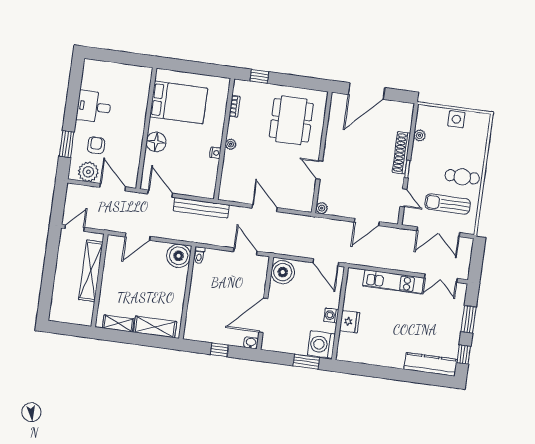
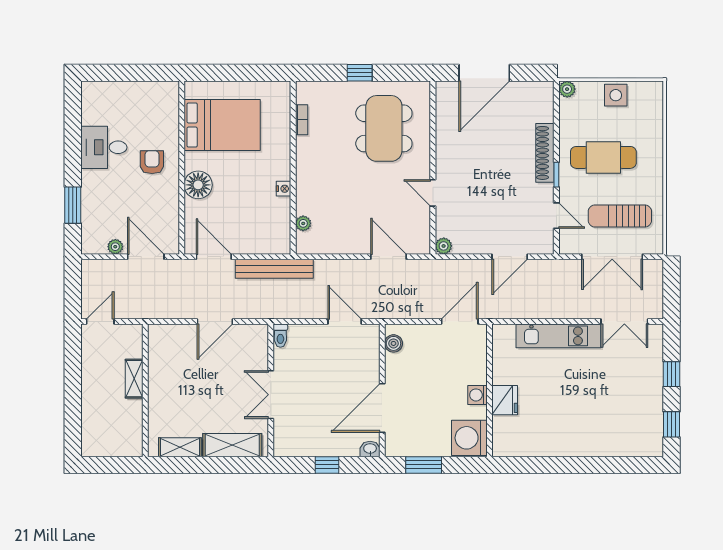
window: (259, 76) -> (360, 73), moved
plant: (419, 135) -> (567, 89), moved
plant: (231, 144) -> (303, 223), moved
armchair: (96, 145) -> (152, 162), moved
plant: (88, 172) -> (115, 247), width x0.53, depth x0.53
cafe table: (462, 177) -> (603, 157), moved, width x1.37, depth x1.35
door: (265, 208) -> (388, 257), moved
door: (138, 237) -> (215, 322), moved
boiler: (179, 256) -> (252, 341), removed
door: (326, 262) -> (460, 322), swing flipped
shelving: (91, 271) -> (134, 379), width x0.45, depth x0.75
boiler: (283, 272) -> (393, 343), width x0.54, depth x0.54
double door: (187, 295) -> (271, 395), added
window: (469, 319) -> (671, 374), width x0.67
window: (306, 362) -> (424, 465), moved
kitchen counter: (431, 364) -> (627, 445), removed

